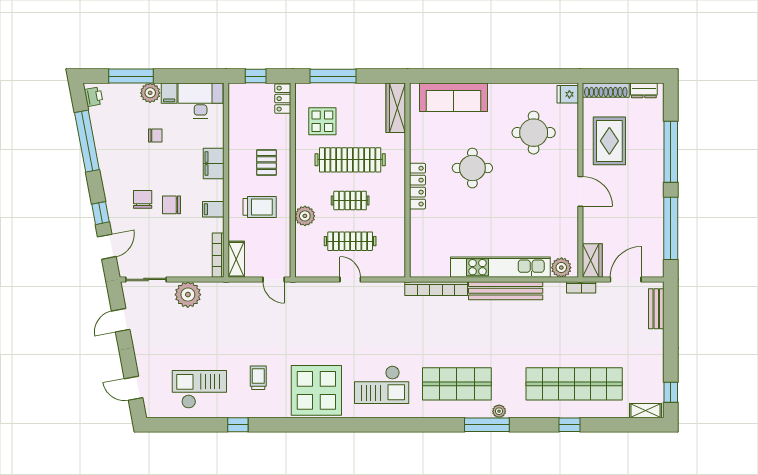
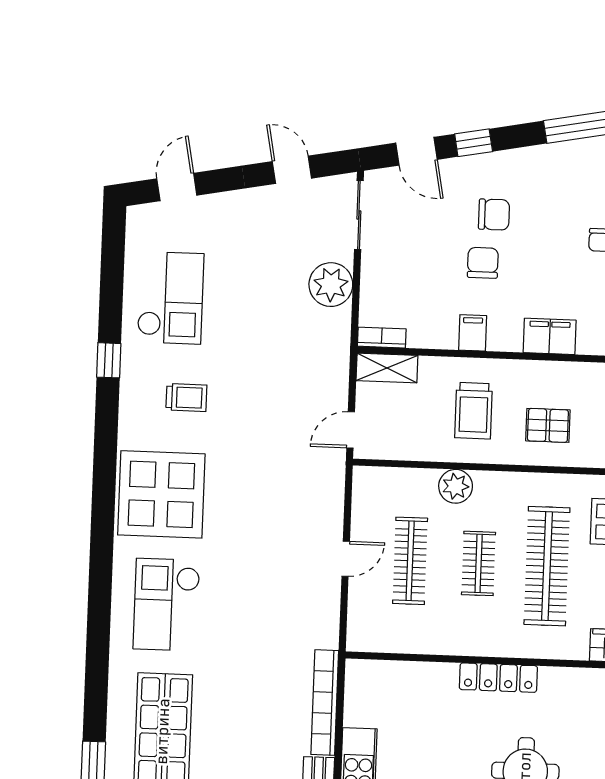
bookcase: (218, 255) -> (382, 338), width x0.64

